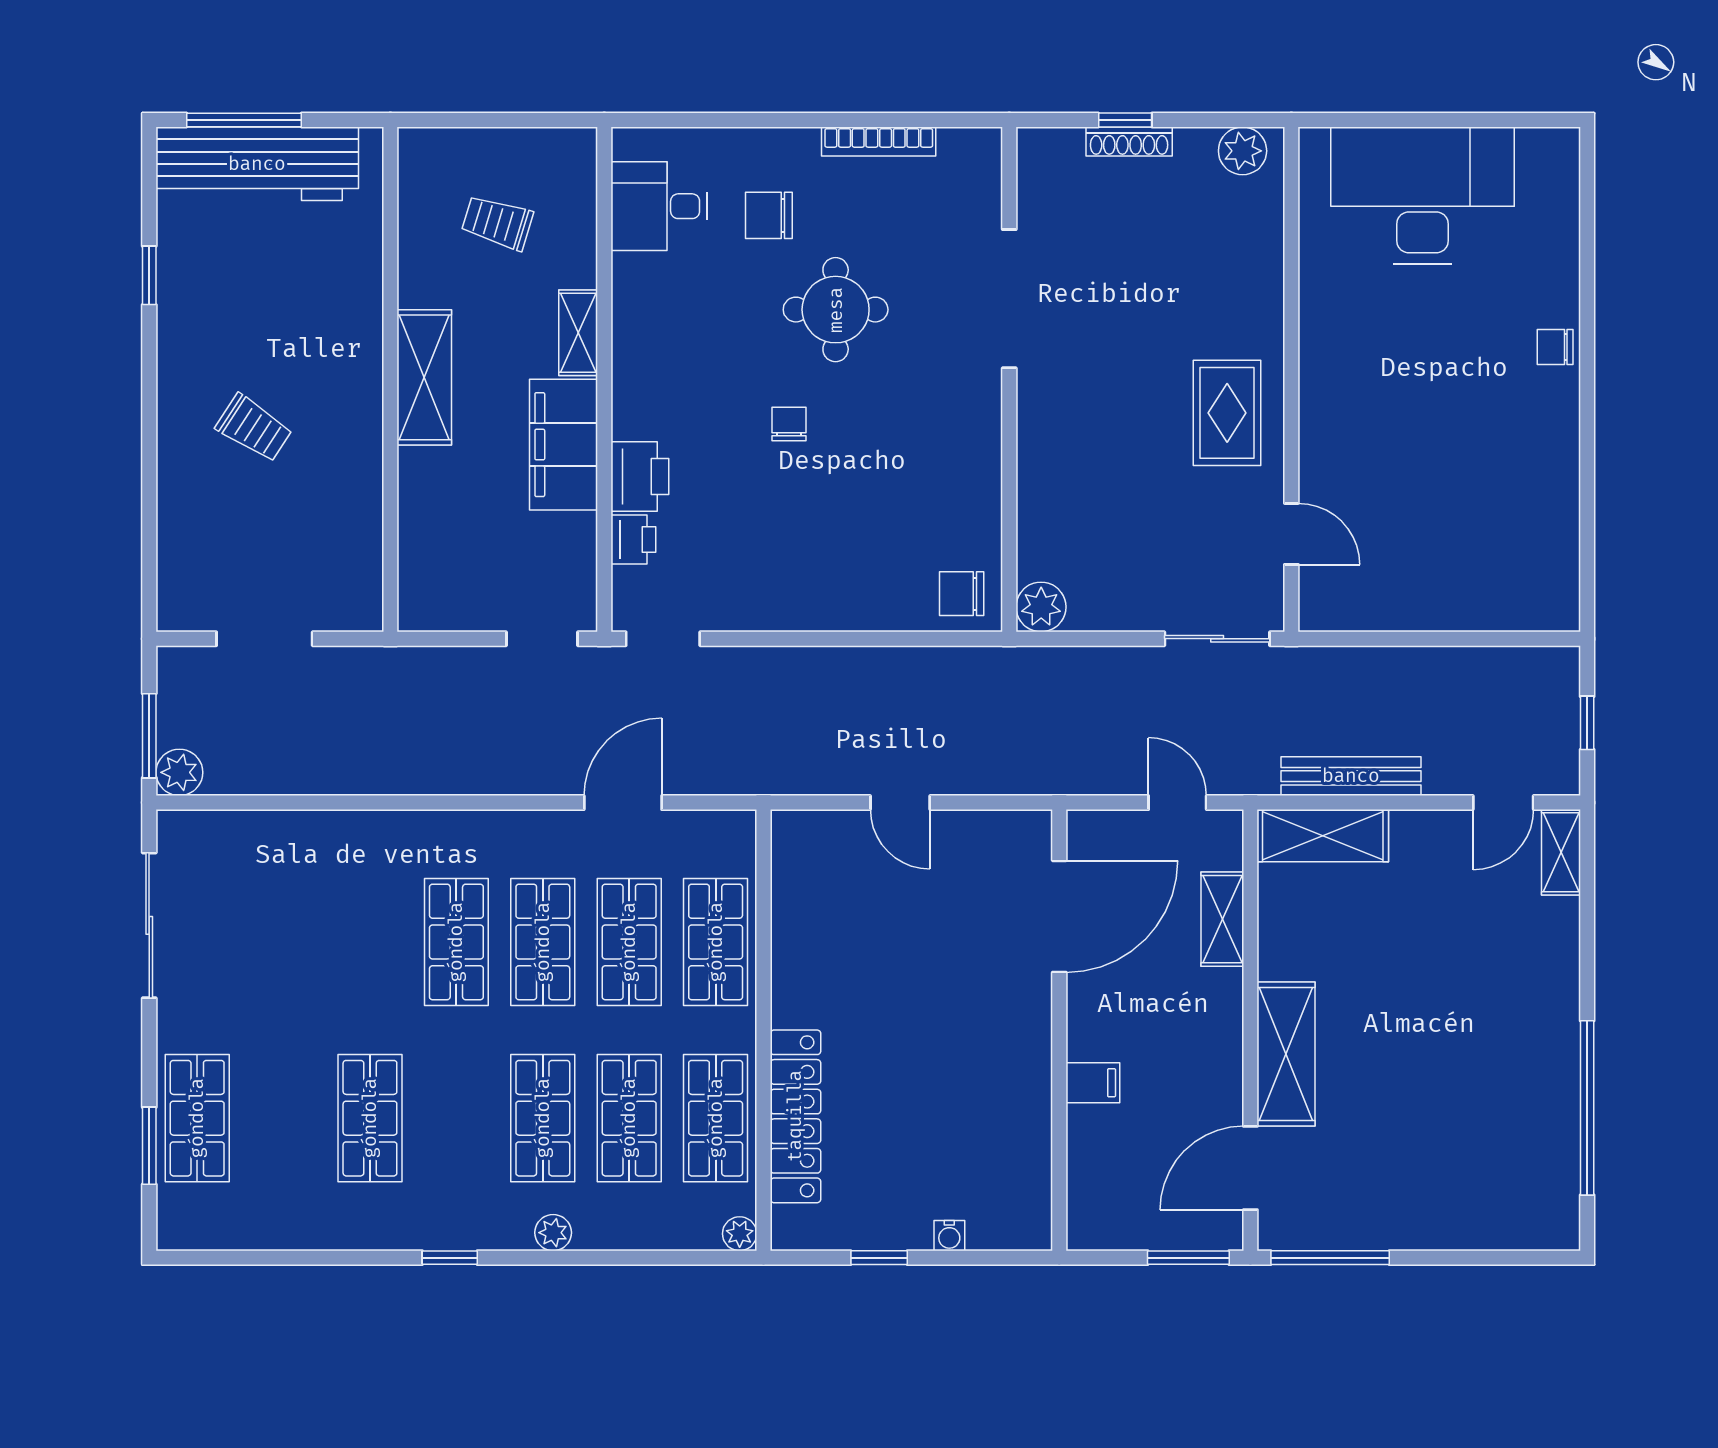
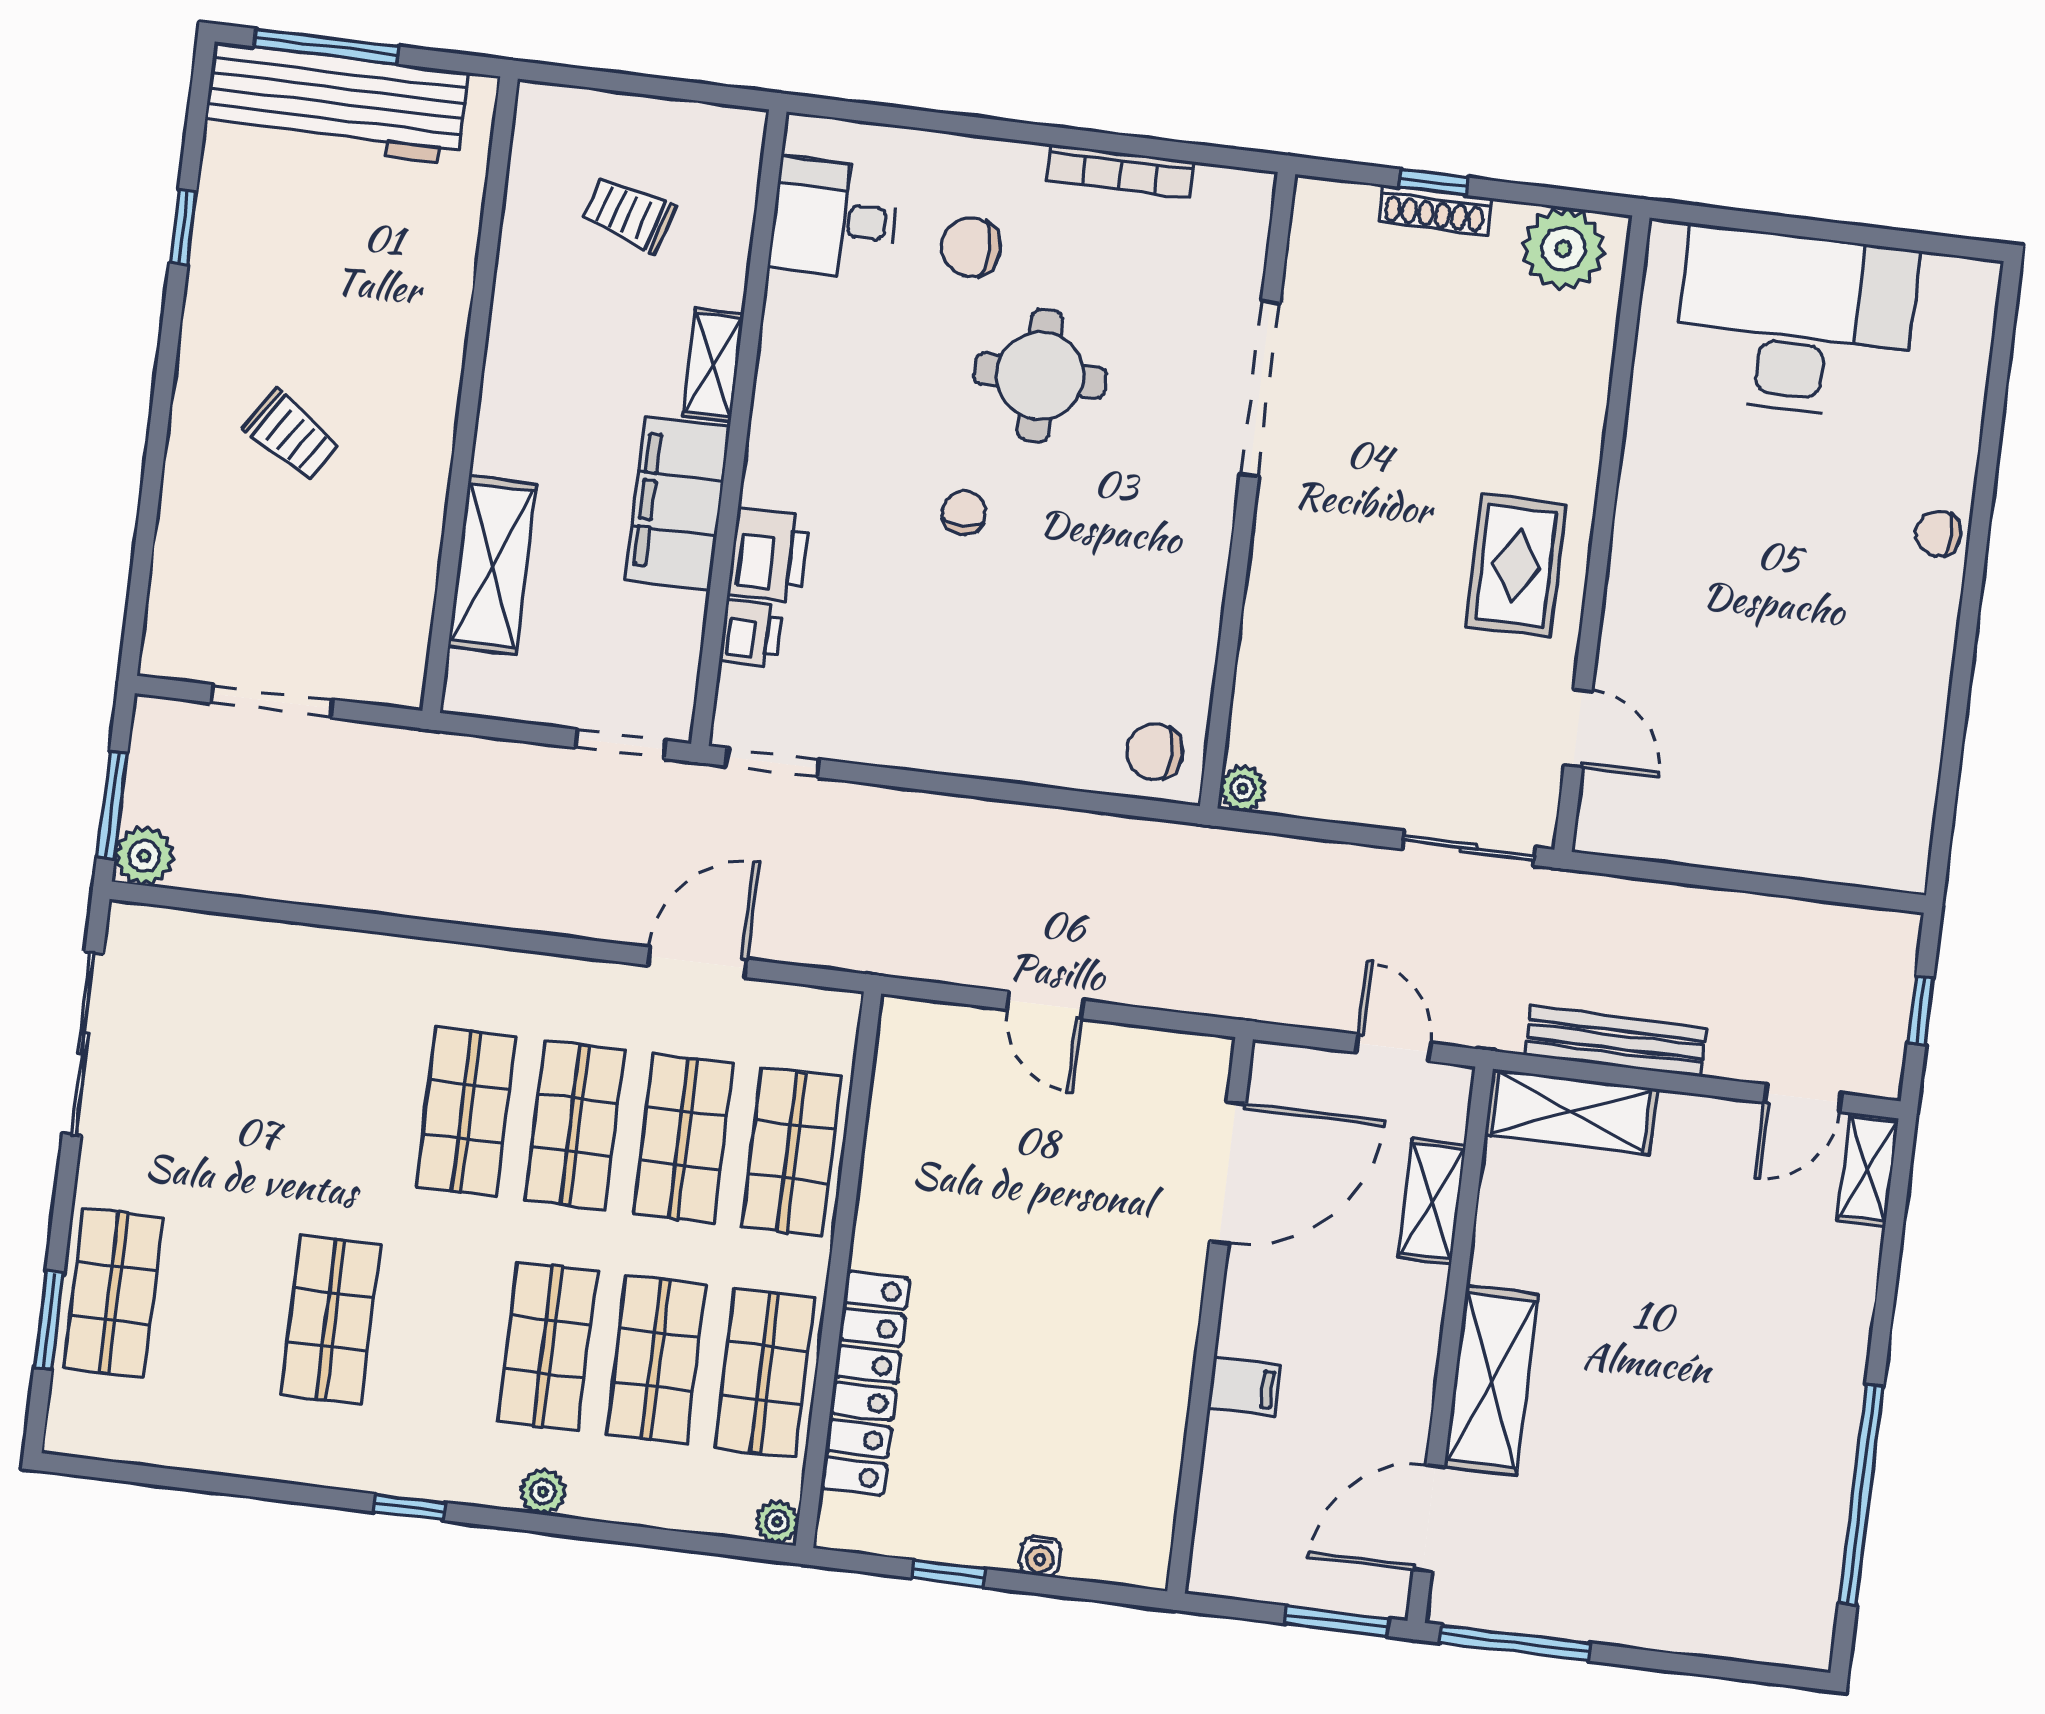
plant: (1243, 151) -> (1564, 249), width x1.36, depth x1.36
shelving: (424, 377) -> (492, 565), moved
plant: (1041, 607) -> (1243, 788), width x0.73, depth x0.73

